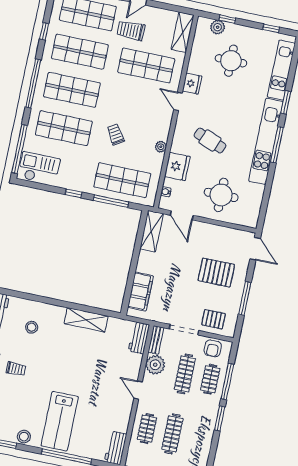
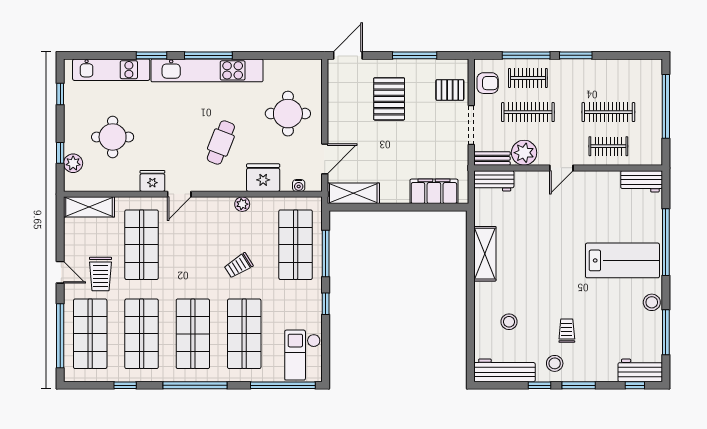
pallet: (214, 319) -> (450, 90), turned 90

